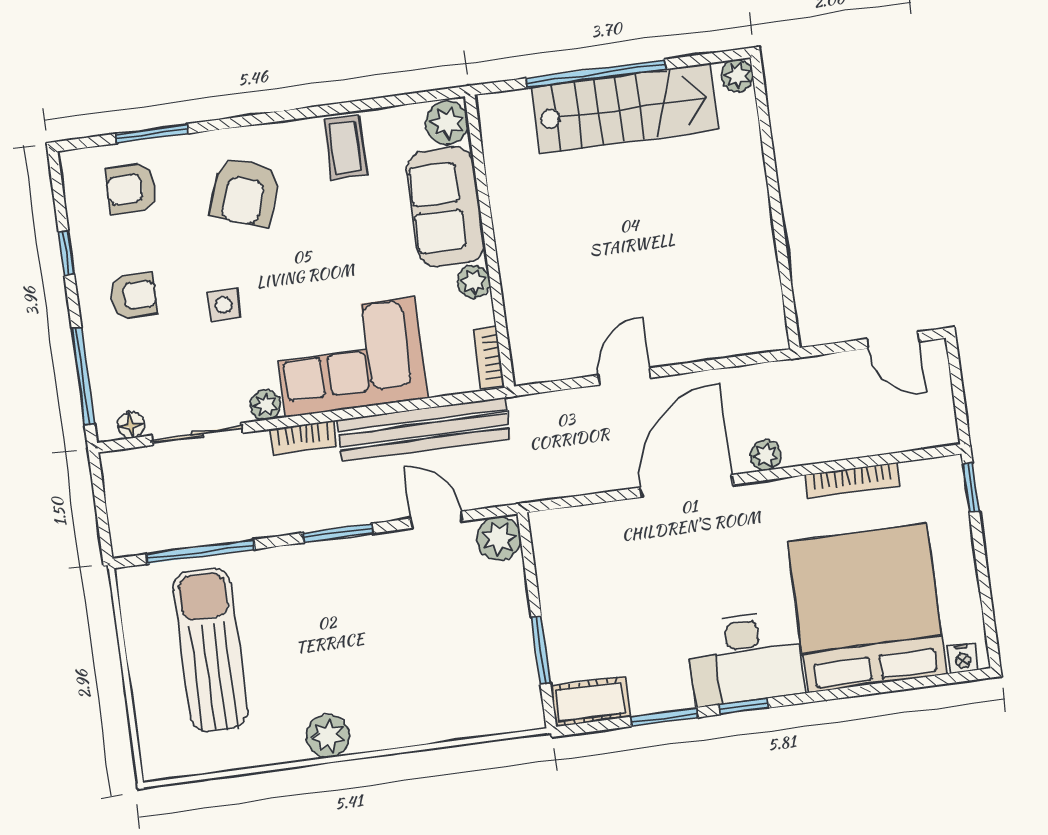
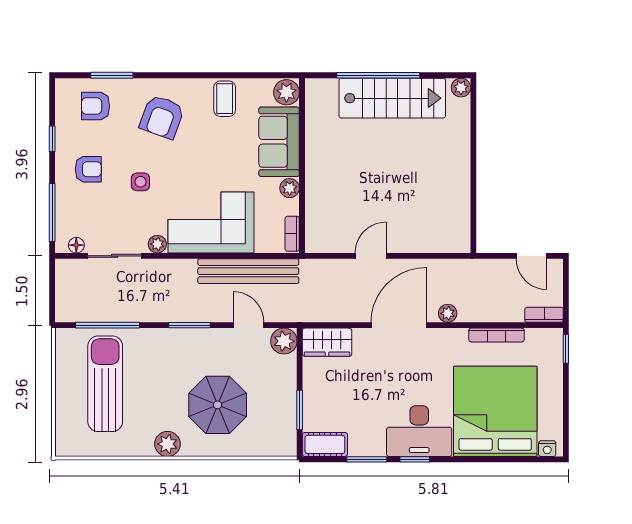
bookcase: (304, 437) -> (544, 315), moved, turned 180
wardrobe: (571, 530) -> (327, 342), added
parasol: (403, 660) -> (218, 405), added

